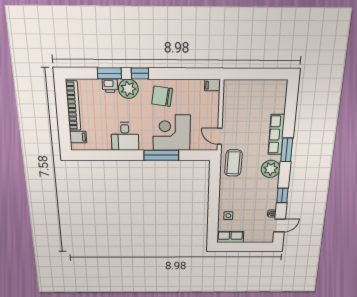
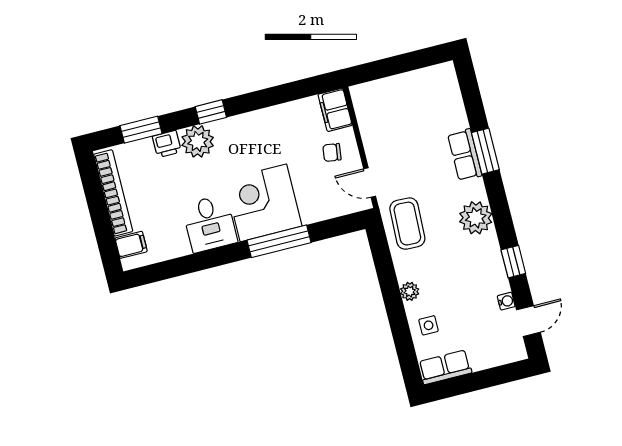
window: (109, 73) -> (141, 130), moved
filing cabinet: (212, 85) -> (335, 110), width x2.00
chair: (162, 96) -> (332, 152), moved, width x0.54, depth x0.54
corner desk: (172, 133) -> (263, 203), moved
row of seats: (276, 135) -> (465, 155), width x0.68
window: (287, 150) -> (485, 151), moved
plant: (224, 197) -> (410, 291), added

